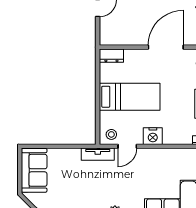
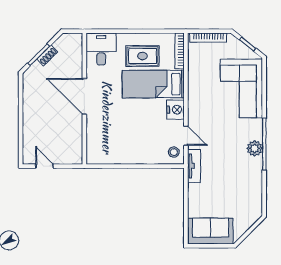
dresser: (111, 56) -> (93, 152), removed
bed: (130, 97) -> (153, 84), moved, turned -90

